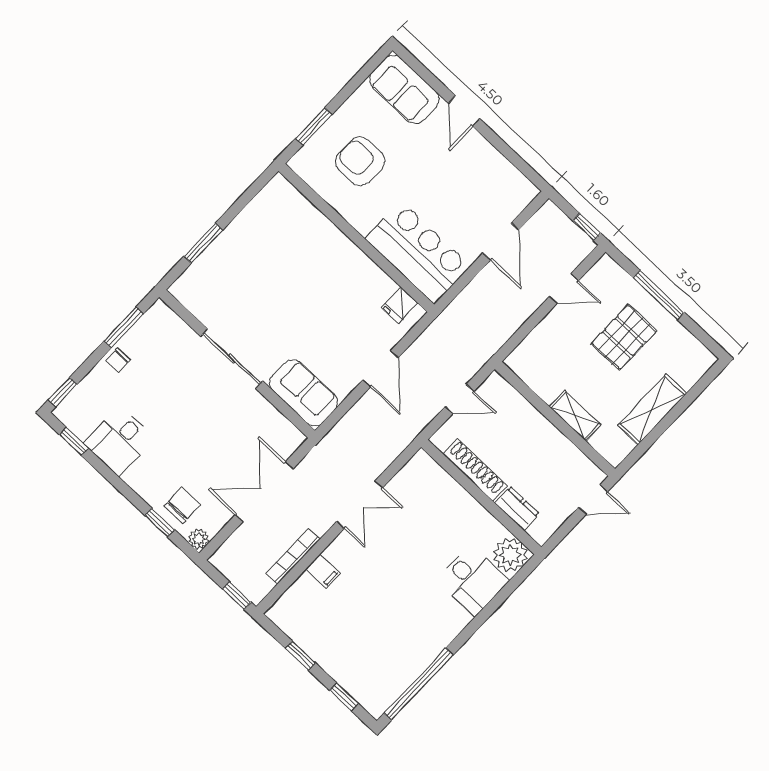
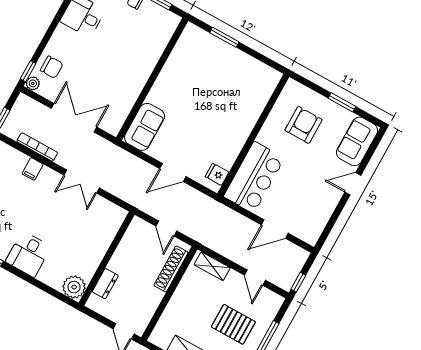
window: (314, 126) -> (342, 102), moved
sliding door: (232, 359) -> (155, 75), removed
shelving: (575, 416) -> (212, 266), moved, turned 90
shoe rack: (475, 470) -> (171, 269), moved, turned 180
window: (160, 523) -> (28, 71), moved
desk: (473, 580) -> (28, 254), moved

